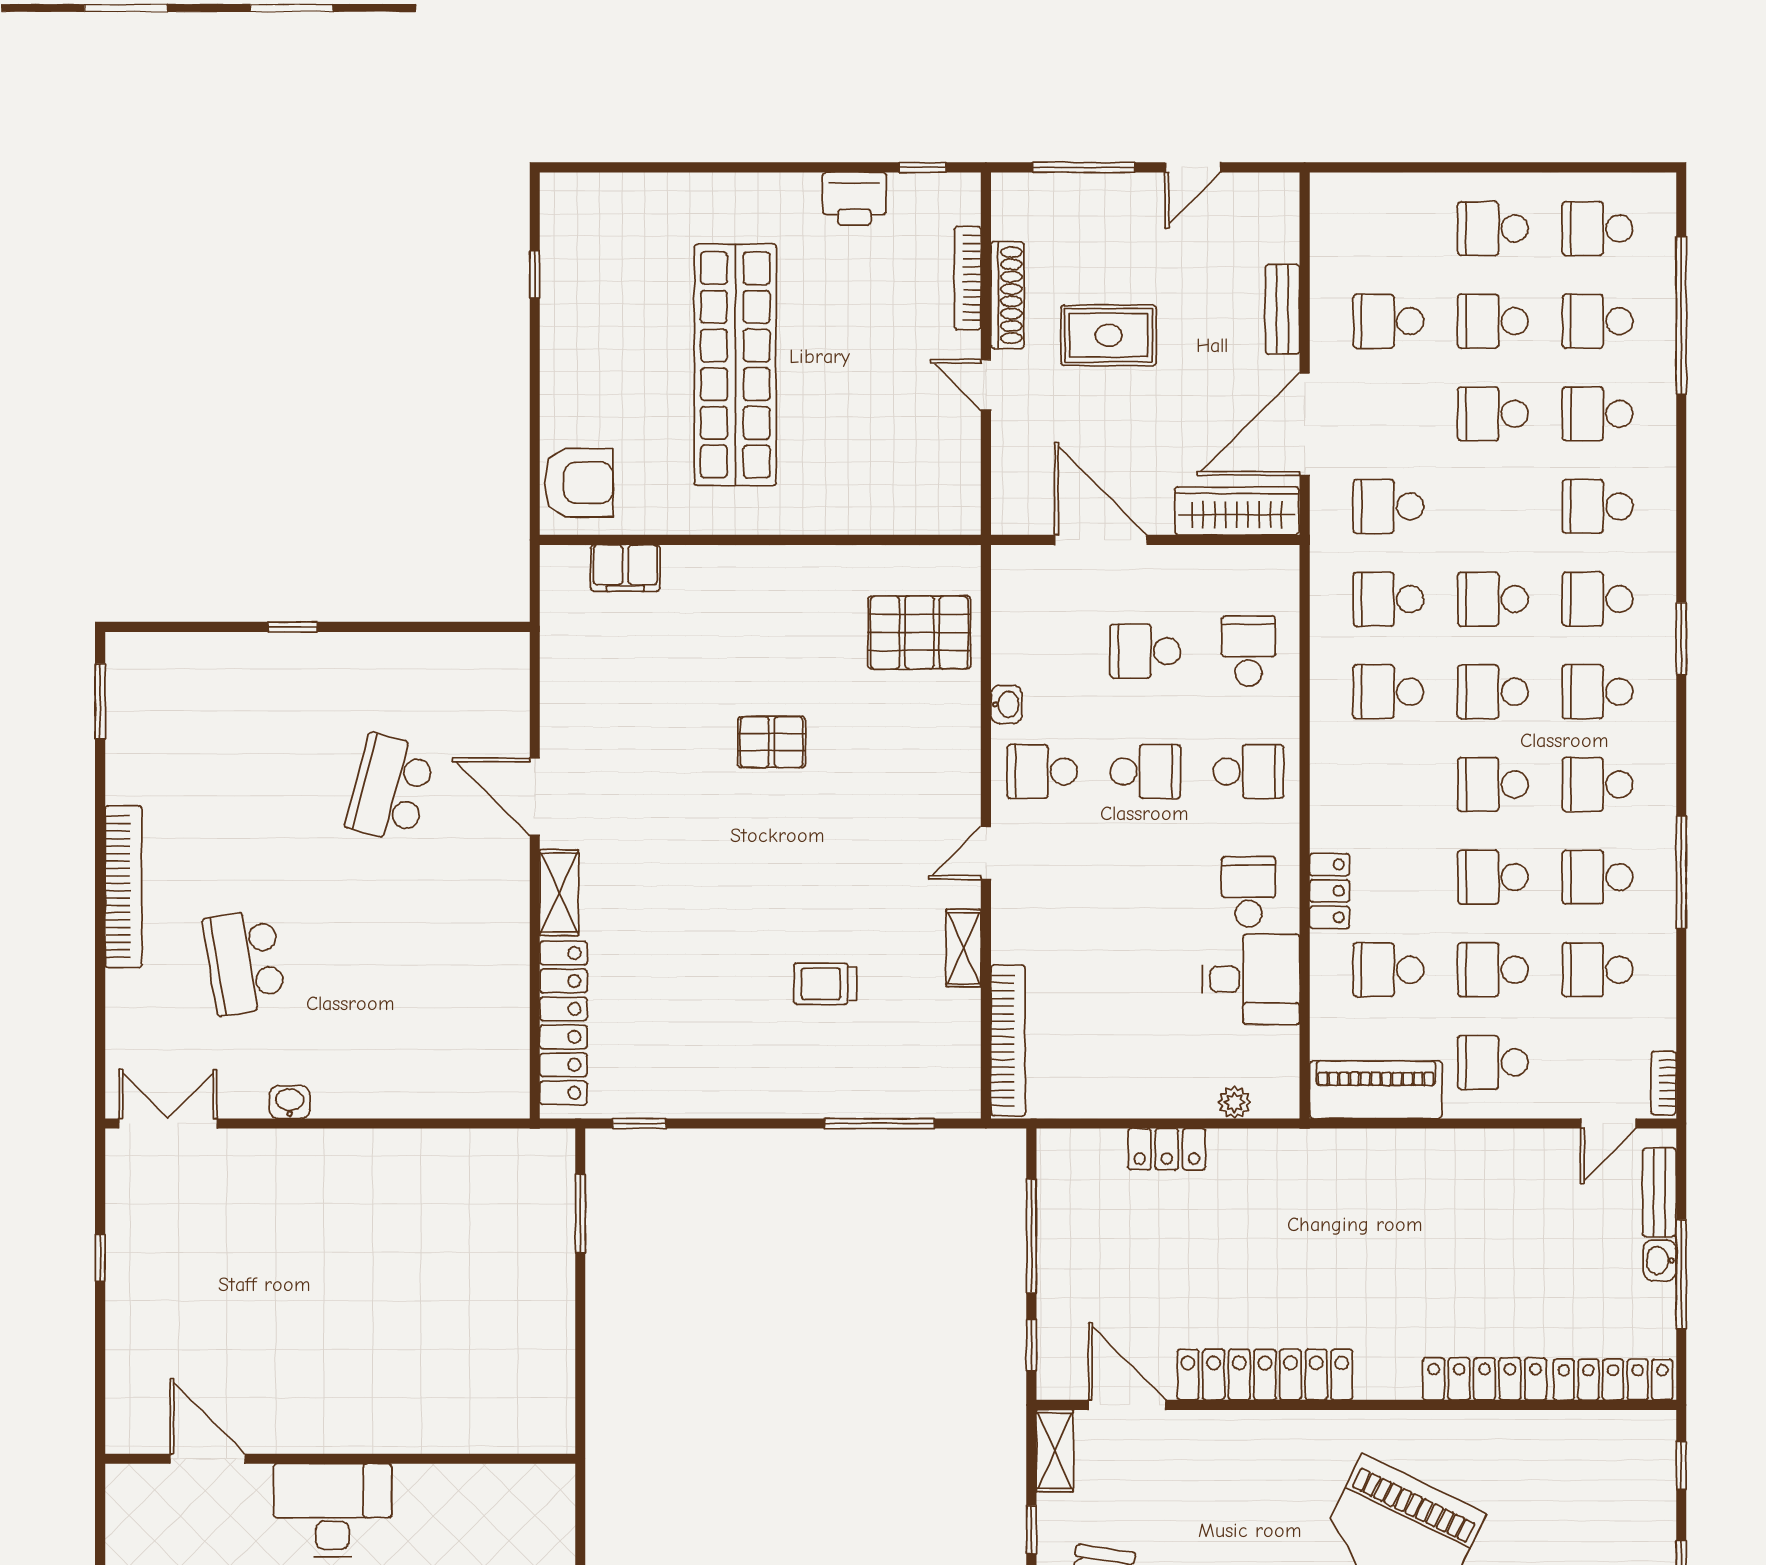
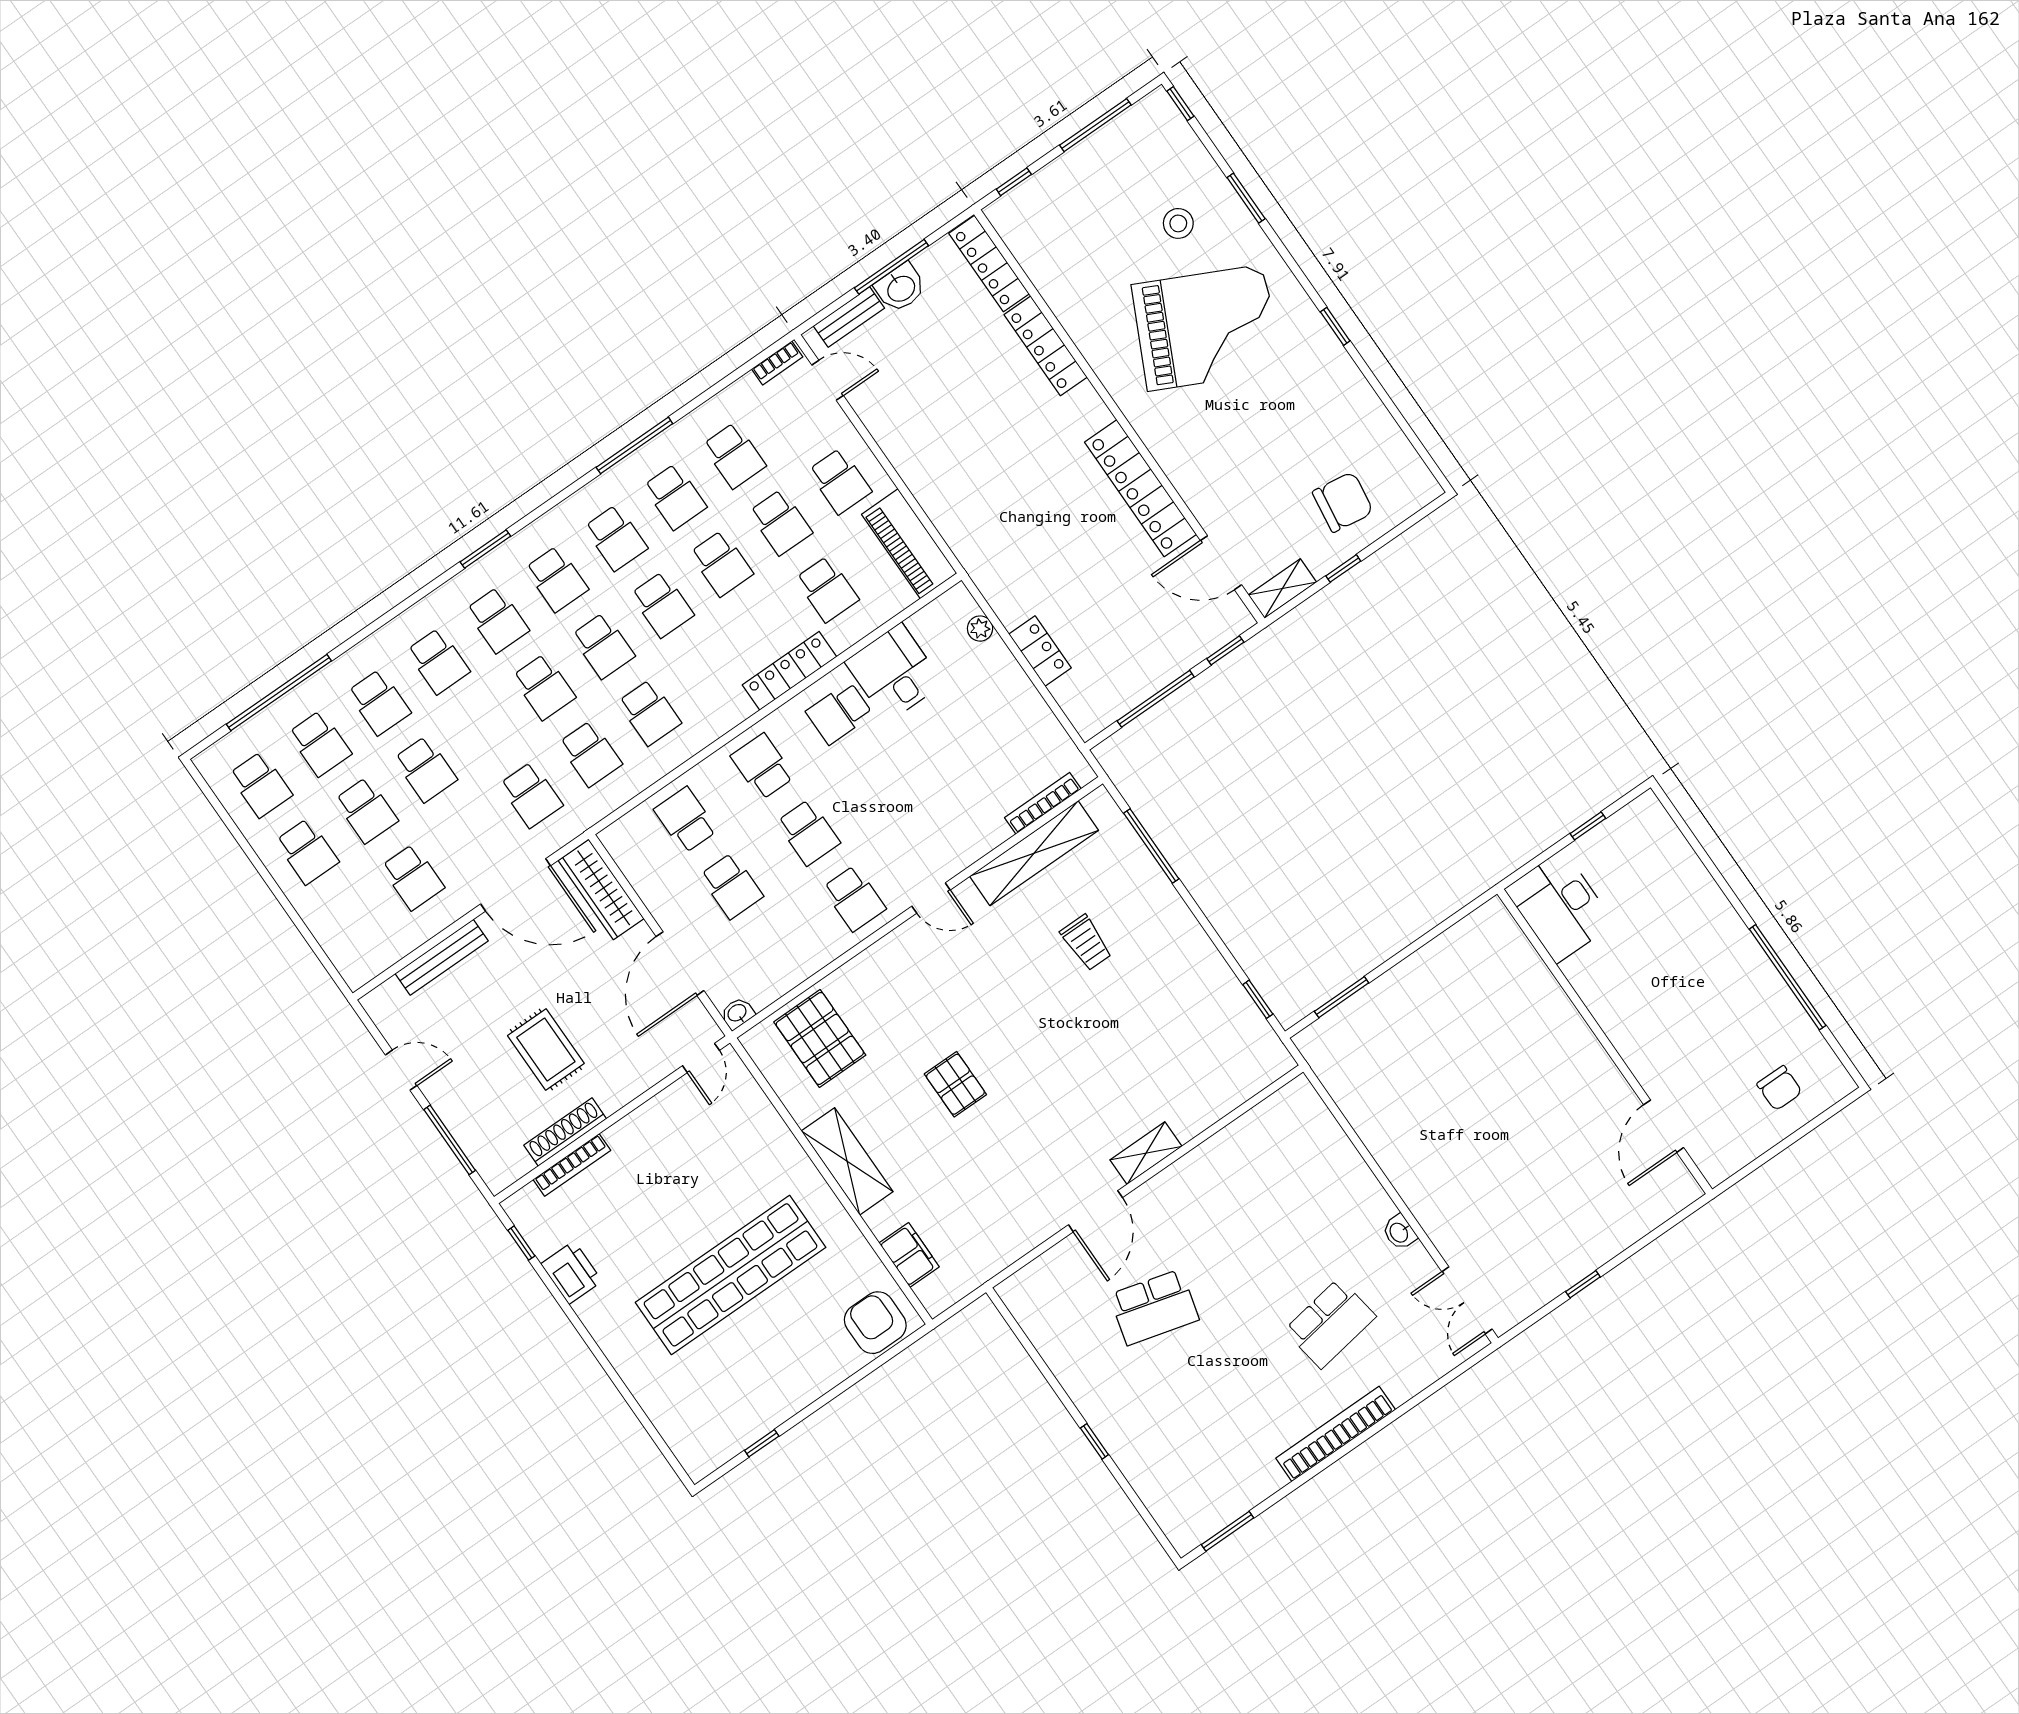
bench: (1283, 309) -> (442, 957), width x1.36
door: (986, 385) -> (701, 1058), moved
shelving: (770, 571) -> (847, 1161), added
school desk: (1248, 651) -> (686, 820), turned 90
washbasin: (1006, 704) -> (737, 1013), moved
school desk: (1145, 772) -> (808, 832), turned 180
locker: (1330, 891) -> (789, 671), width x1.53
shelving: (964, 948) -> (1034, 853), width x2.20, depth x1.33
locker: (563, 1023) -> (1227, 1092), removed
bookcase: (1008, 1040) -> (1043, 803), width x0.68, depth x0.76
washbasin: (1660, 1260) -> (901, 288), width x1.38, depth x1.45
door: (1127, 1405) -> (1221, 563), hinge flipped
desk: (333, 1510) -> (1560, 906), moved

